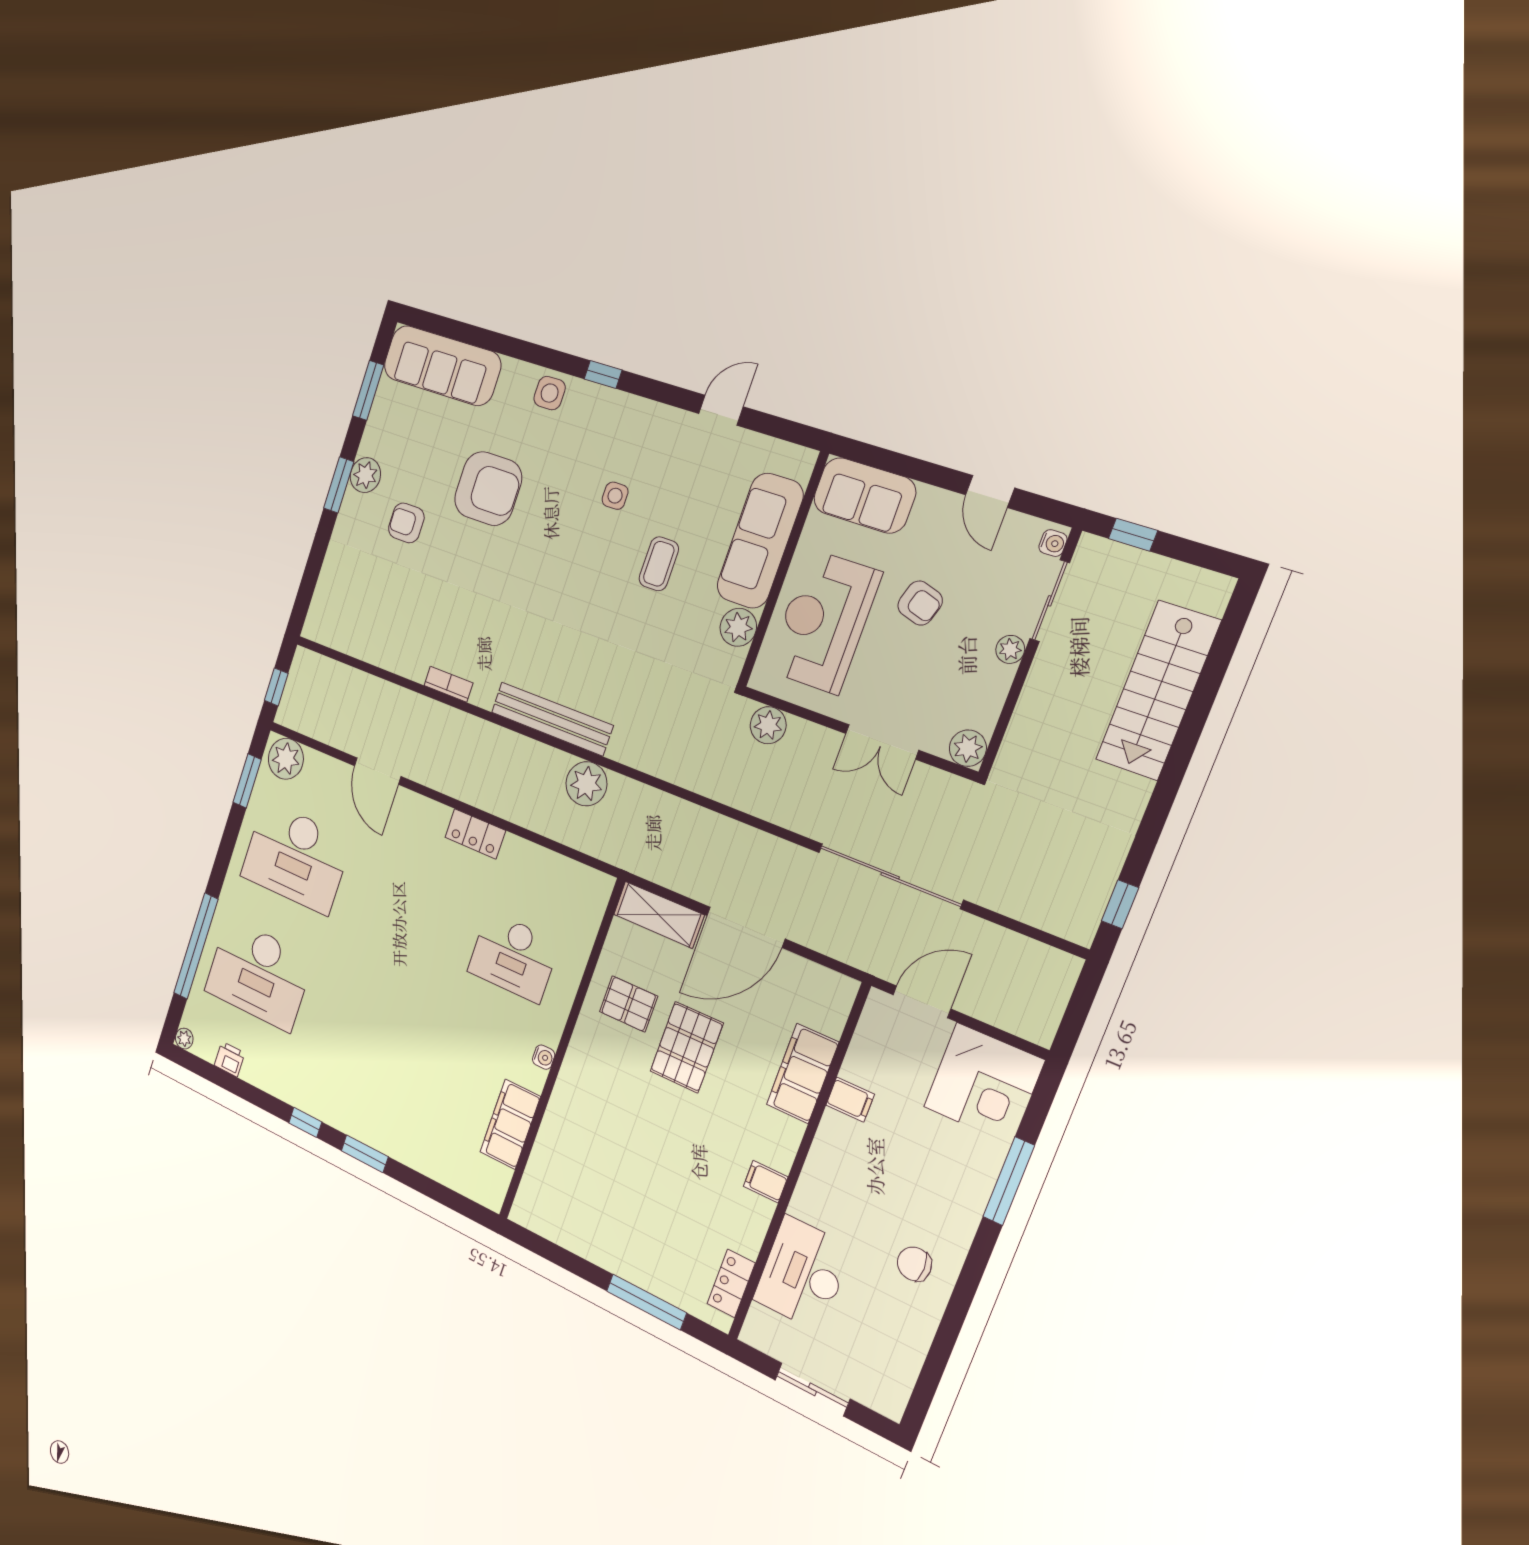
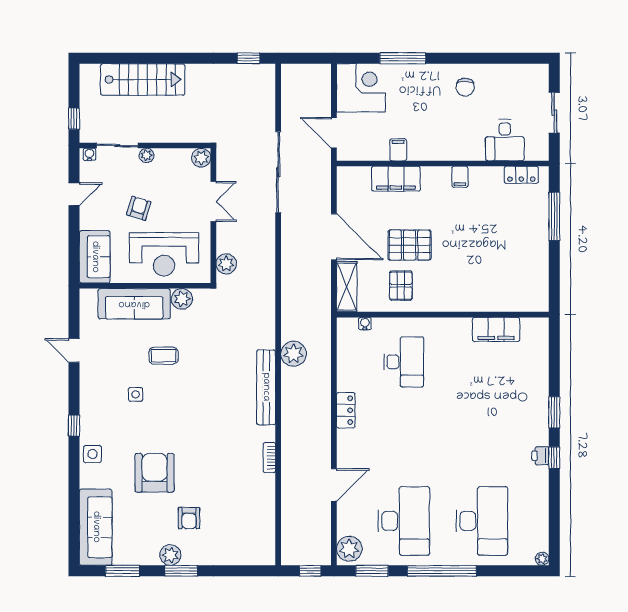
window: (196, 946) -> (442, 571), moved
water cooler: (544, 1057) -> (365, 324), moved
printer: (229, 1059) -> (540, 456), moved
desk: (803, 1274) -> (505, 140), width x0.73

